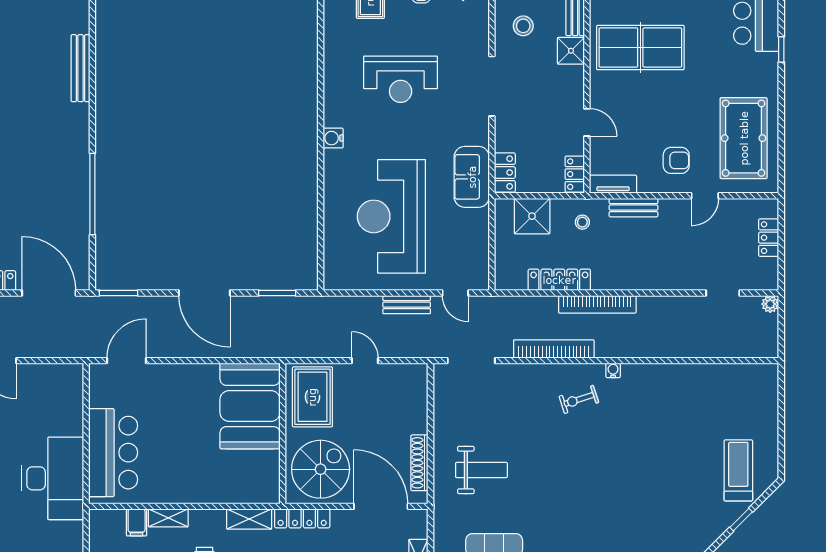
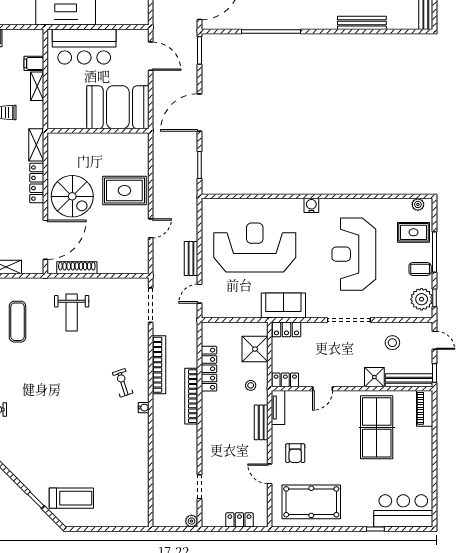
reception desk: (401, 79) -> (354, 254), width x1.36, depth x1.30
booth: (250, 406) -> (118, 107), moved
wall: (283, 433) -> (98, 131), moved

